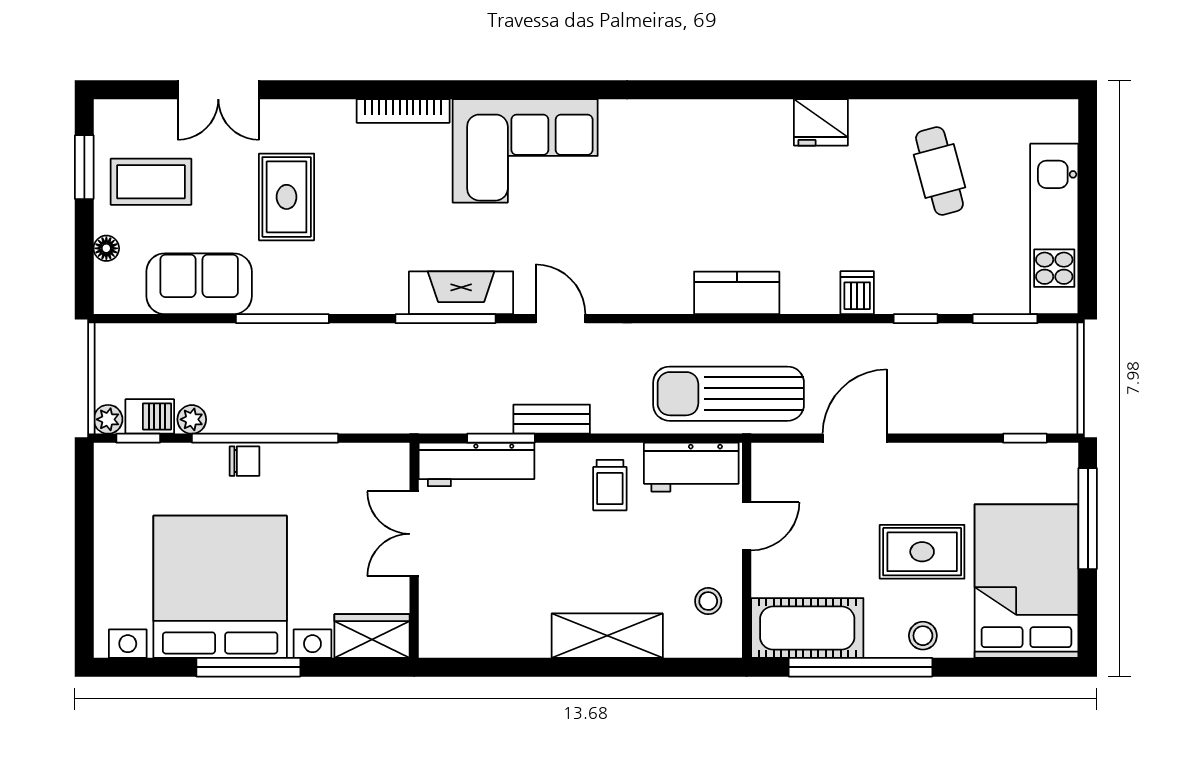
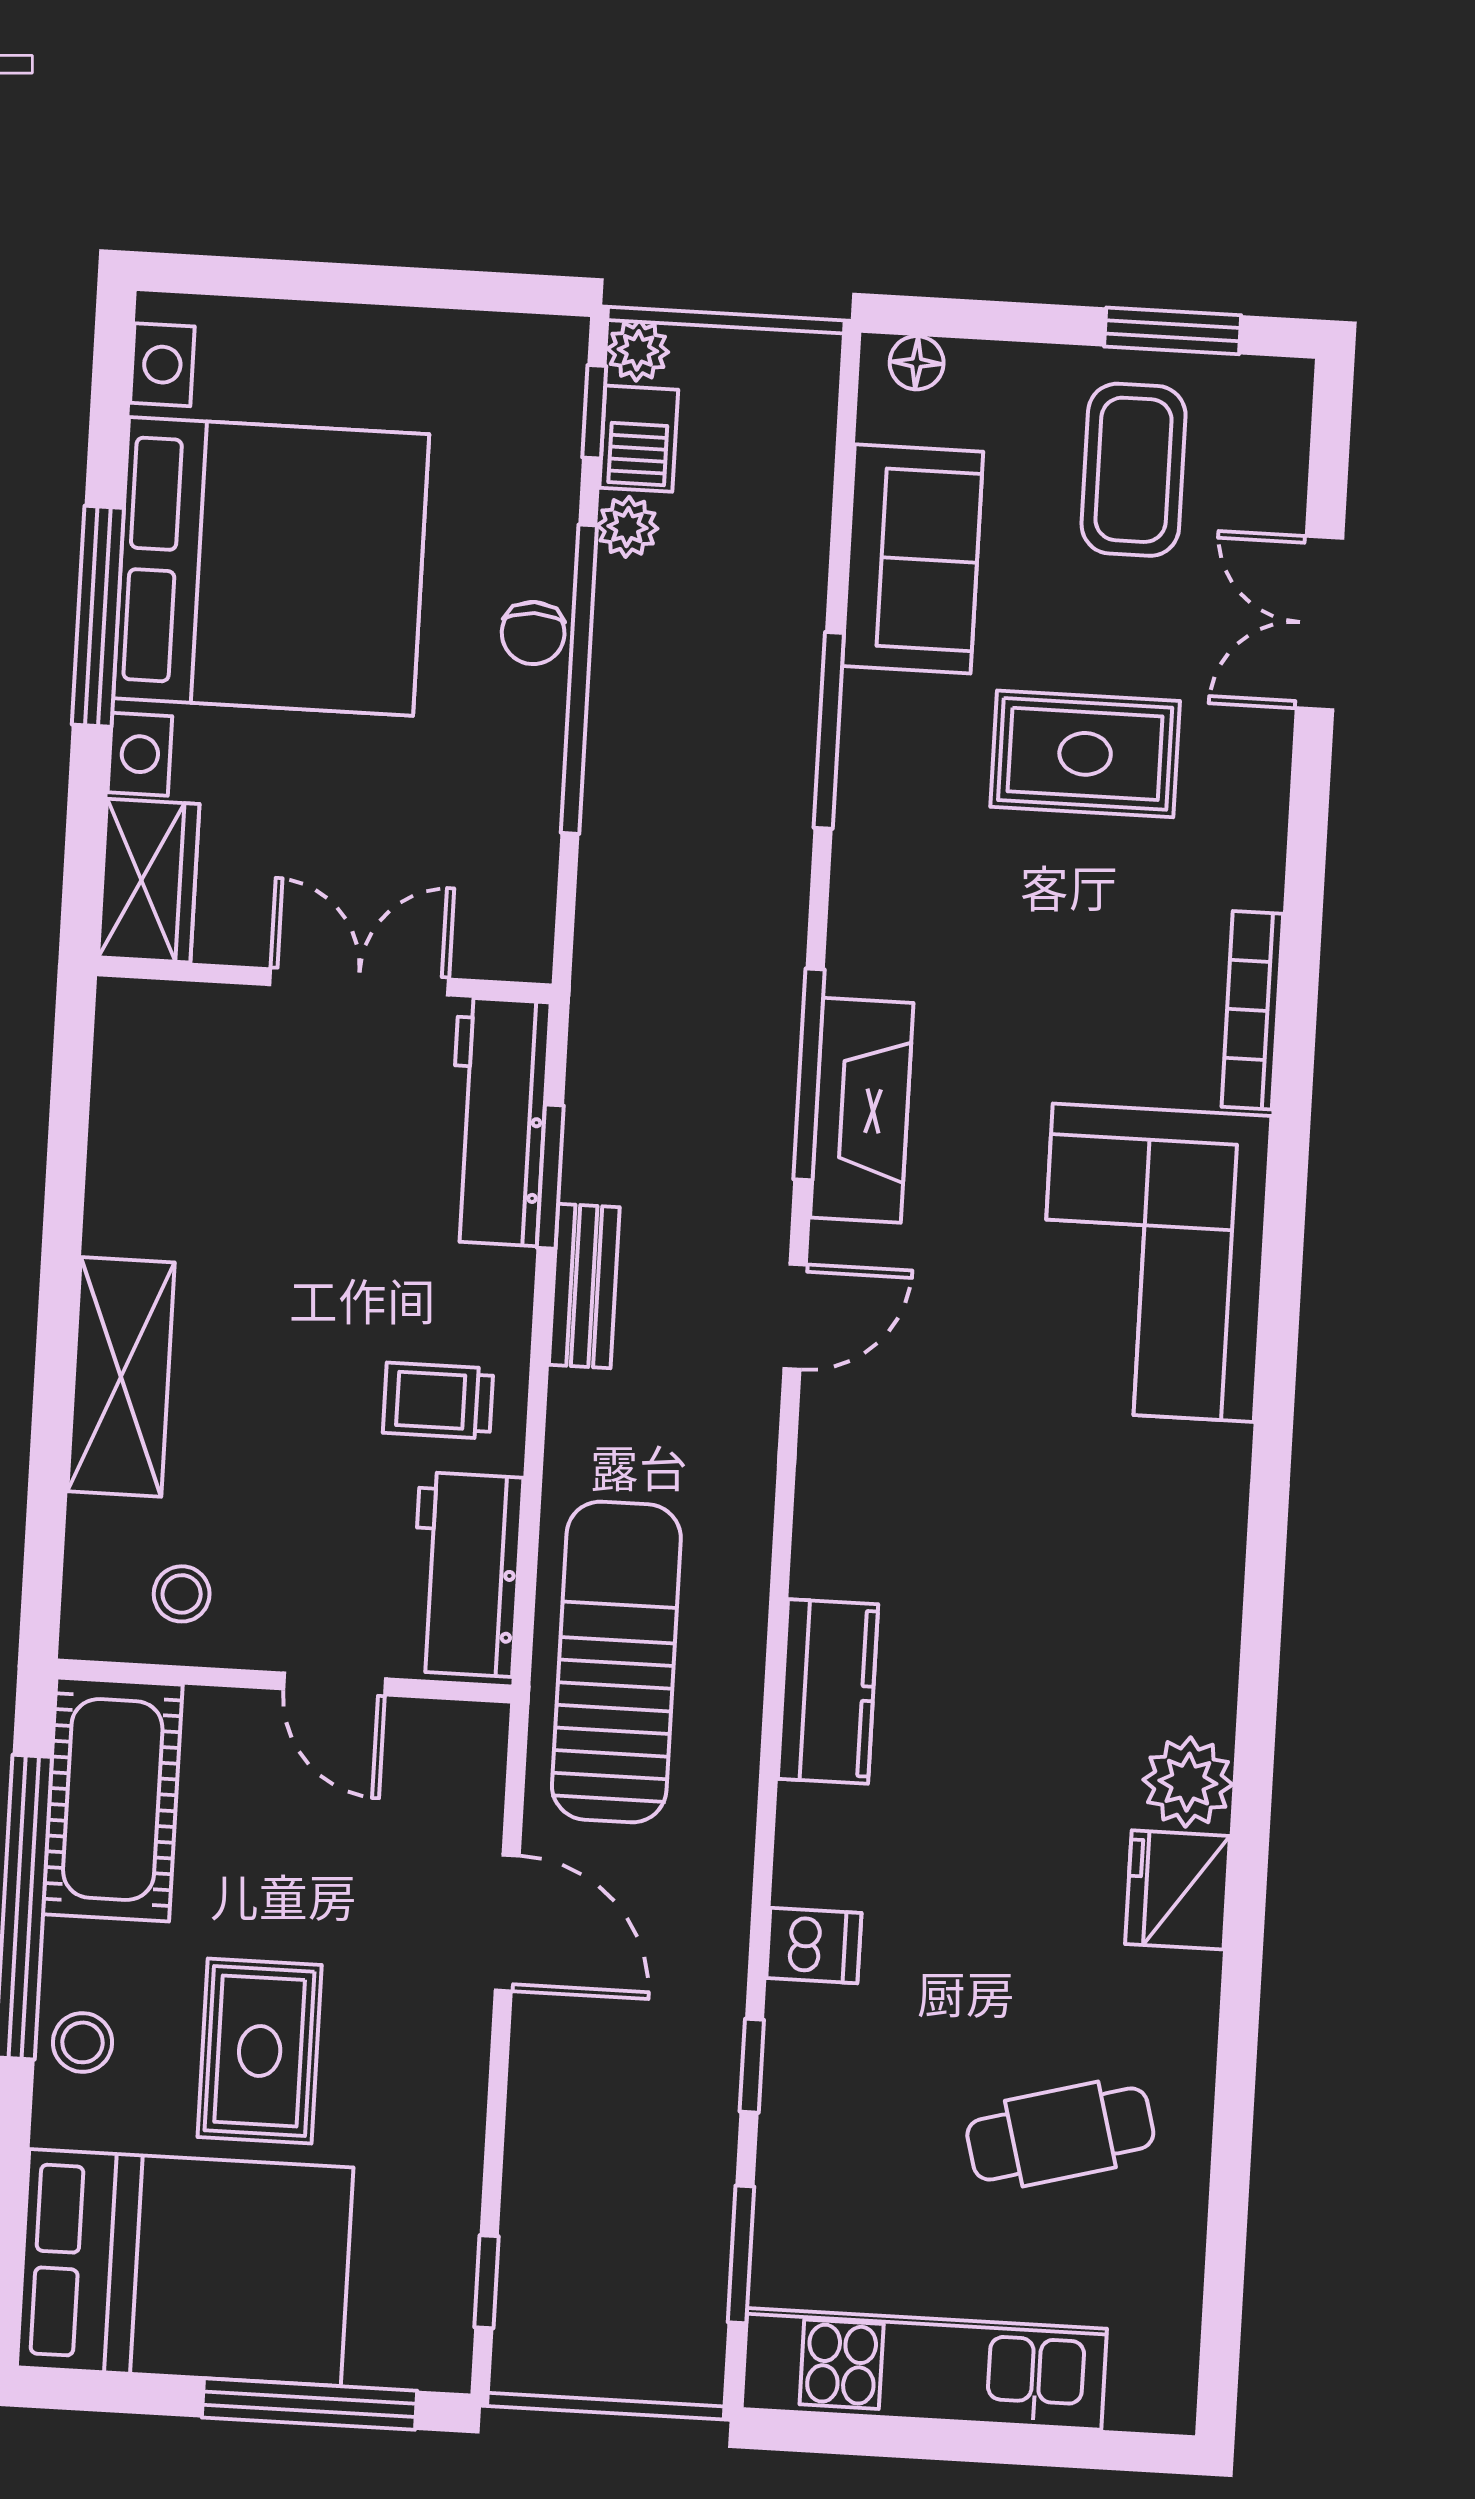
plant: (770, 120) -> (1188, 1782), added
floor lamp: (106, 248) -> (917, 363), moved

